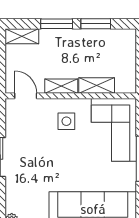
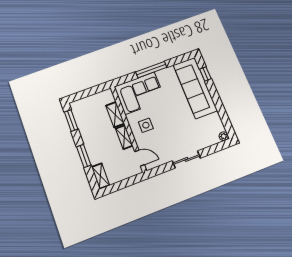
window: (96, 24) -> (71, 121), moved
door: (26, 96) -> (140, 158), swing flipped

